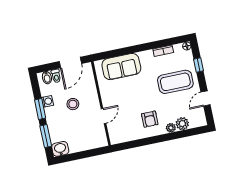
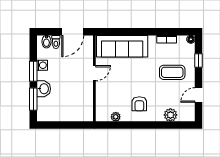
sofa: (121, 67) -> (122, 46), width x1.36
coffee table: (175, 82) -> (172, 72), width x0.73, depth x0.76
stool: (73, 104) -> (67, 73), removed
door: (104, 116) -> (94, 73), moved
plant: (171, 128) -> (116, 117), moved
washbasin: (60, 149) -> (44, 89), moved, turned 90

